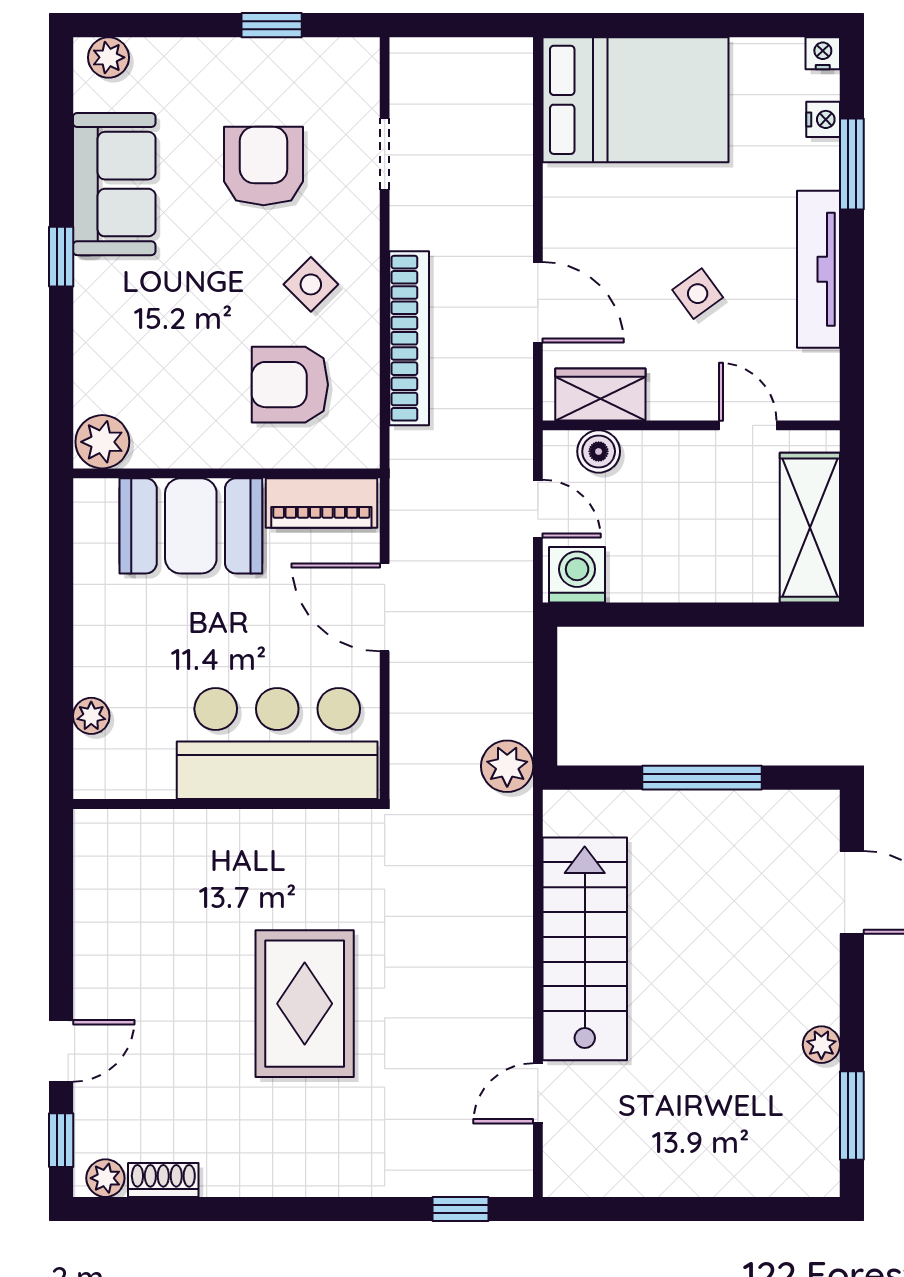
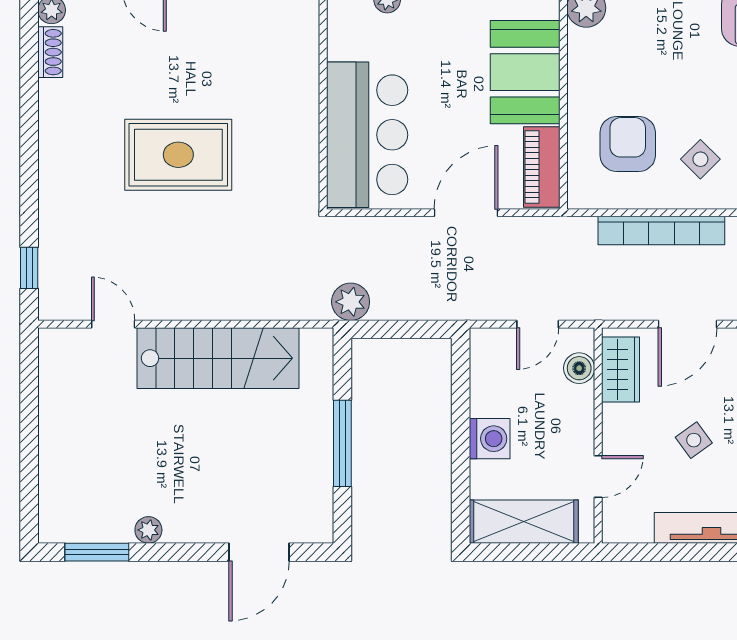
washing machine: (577, 575) -> (490, 439), moved

